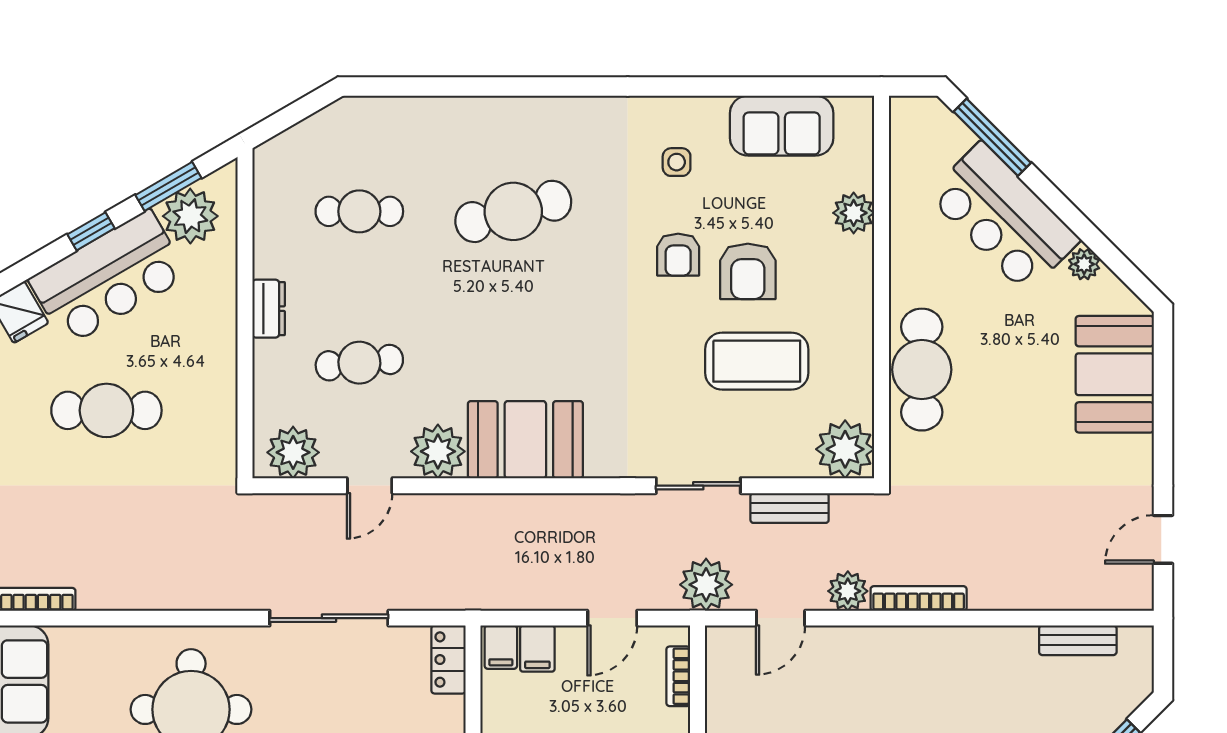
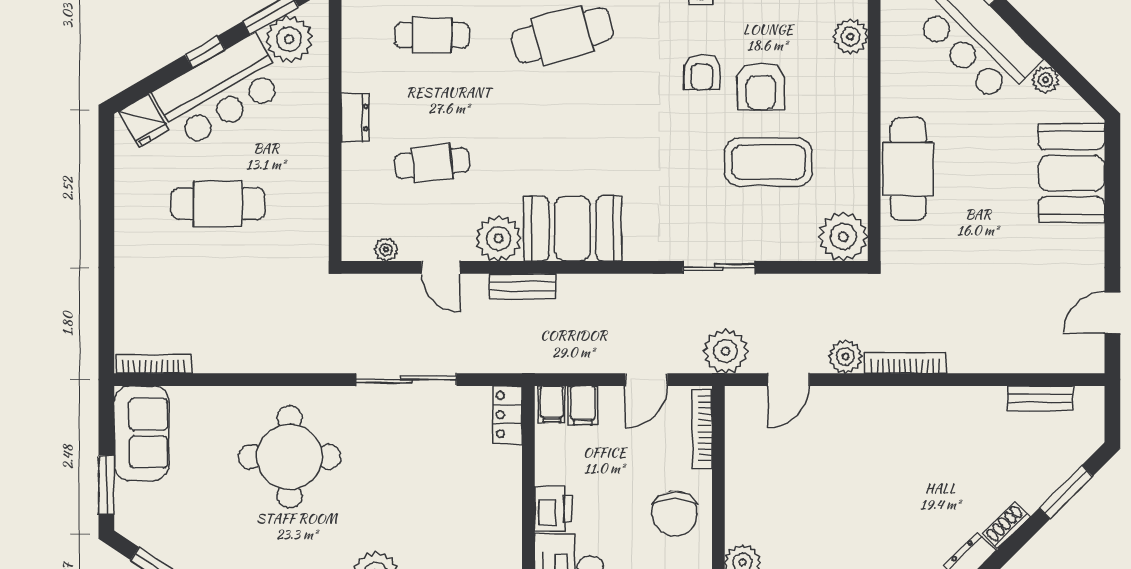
plant: (293, 452) -> (386, 250), width x0.53, depth x0.53
door: (370, 486) -> (441, 267), hinge flipped
bench: (790, 508) -> (523, 286), moved
bookcase: (678, 676) -> (702, 429), width x1.56

